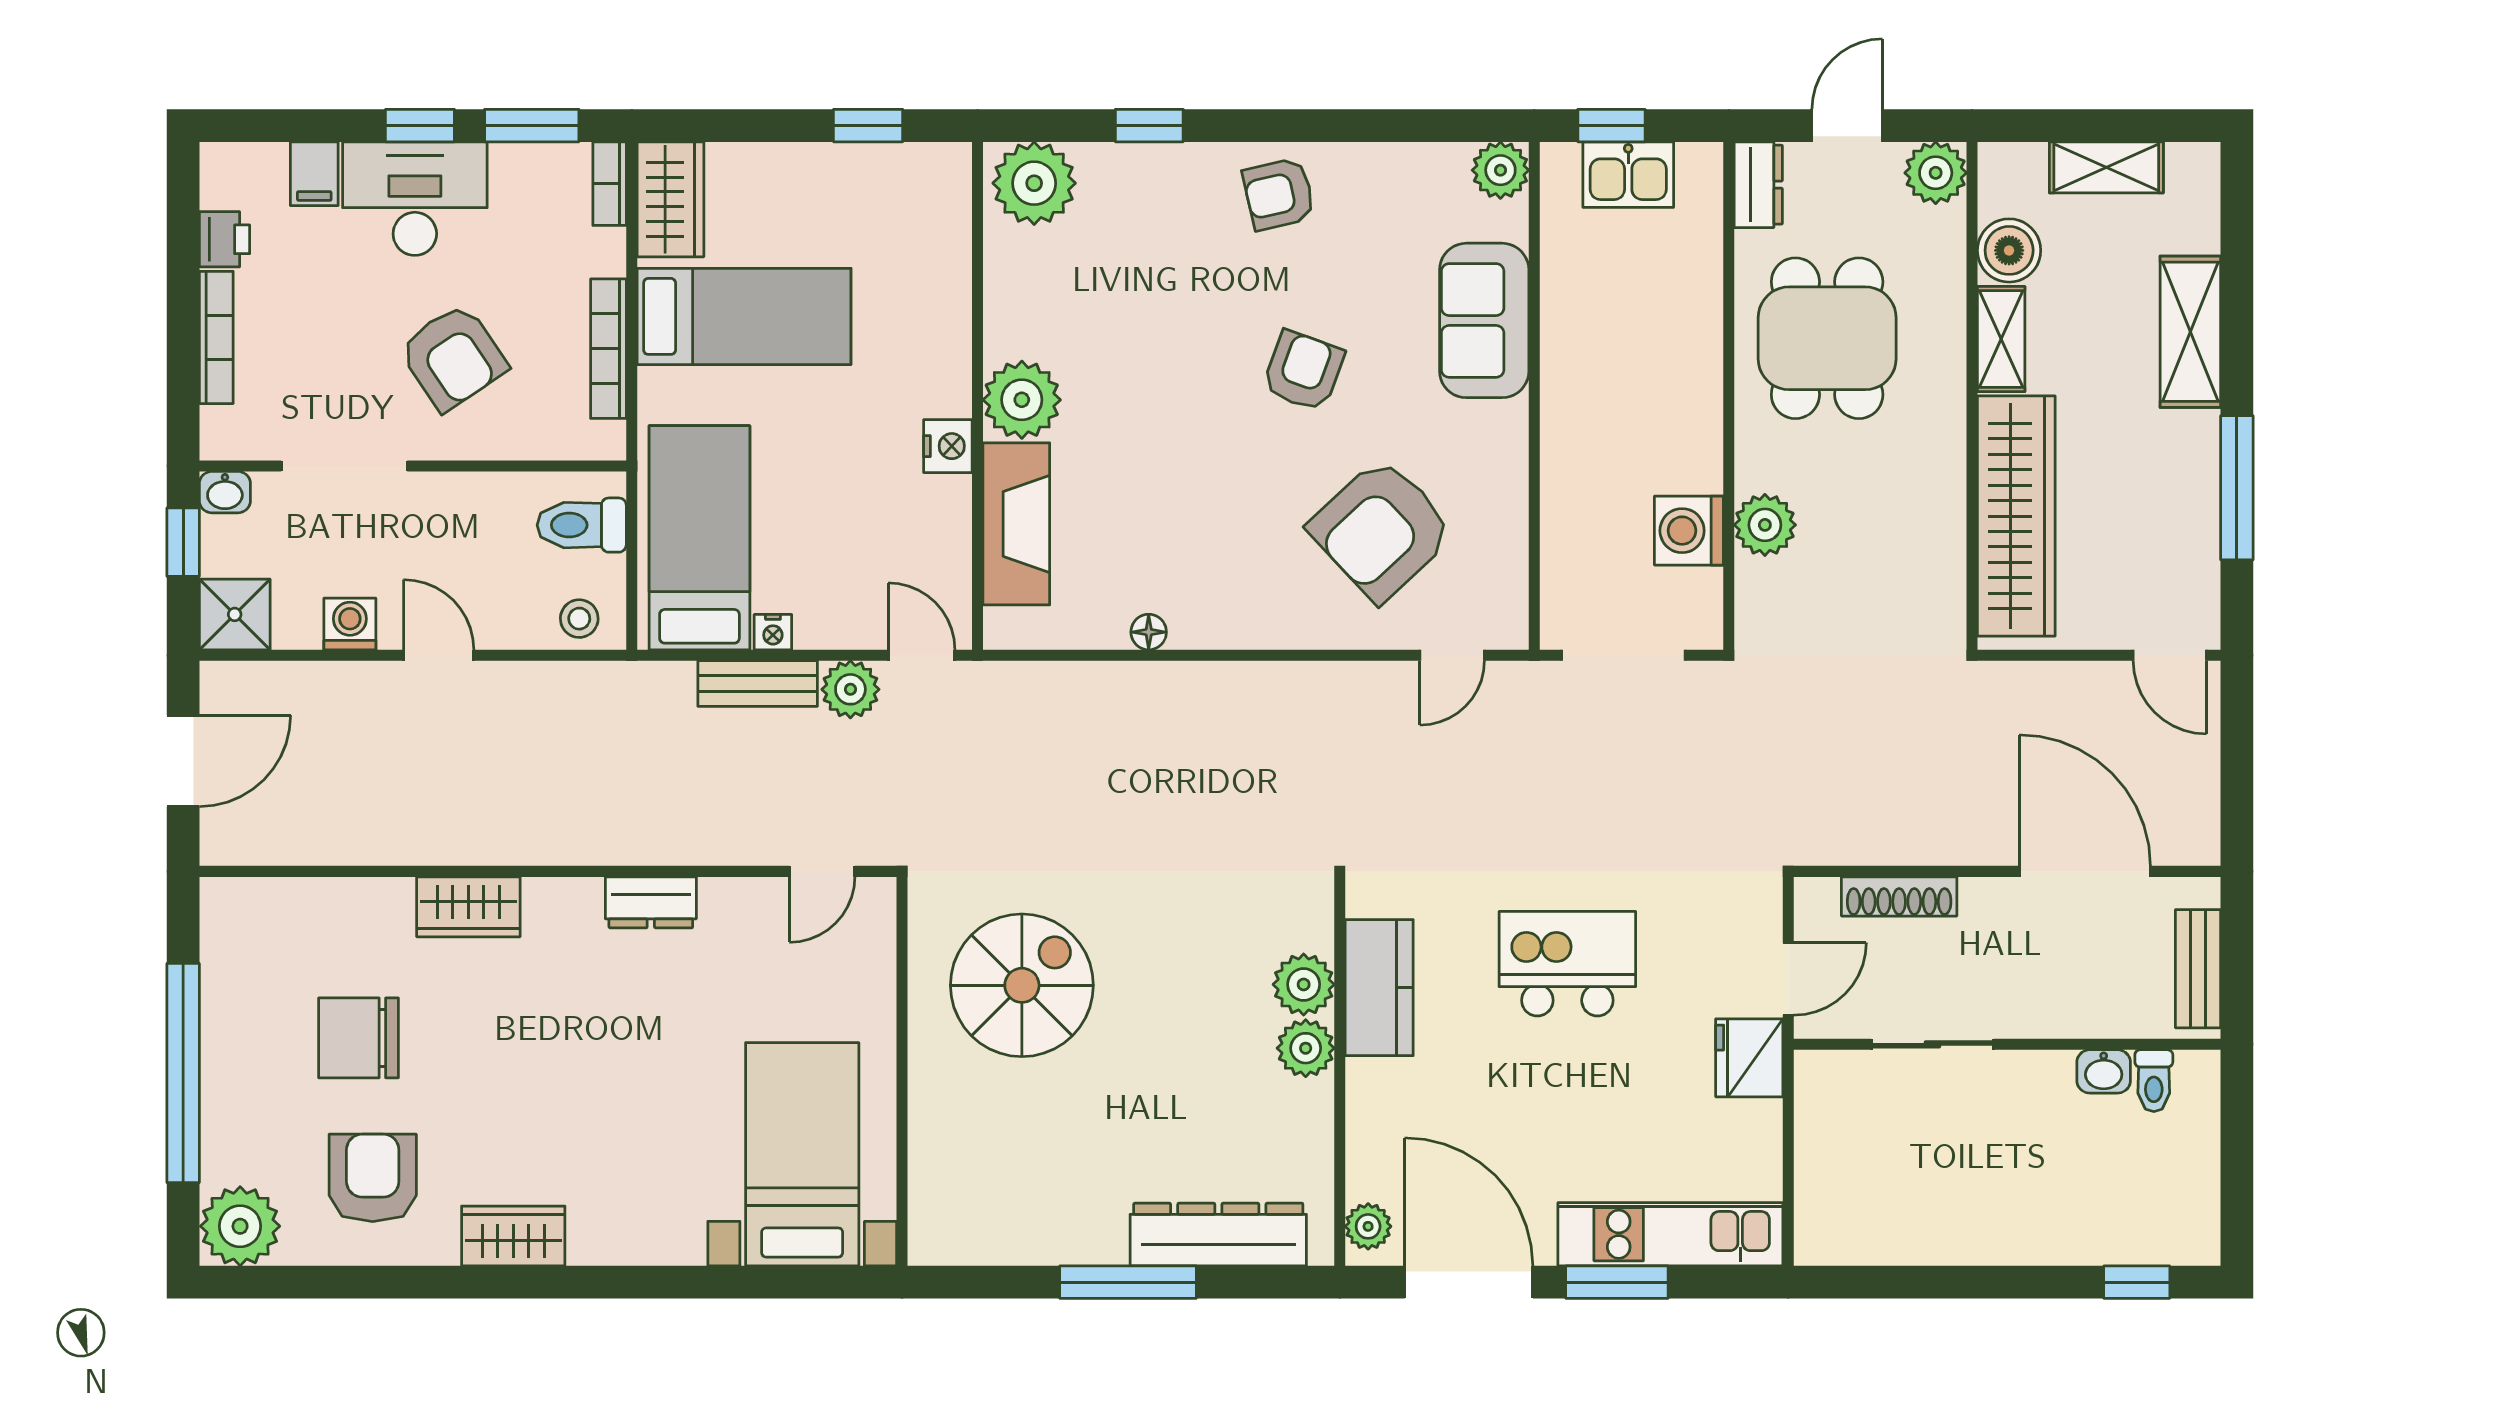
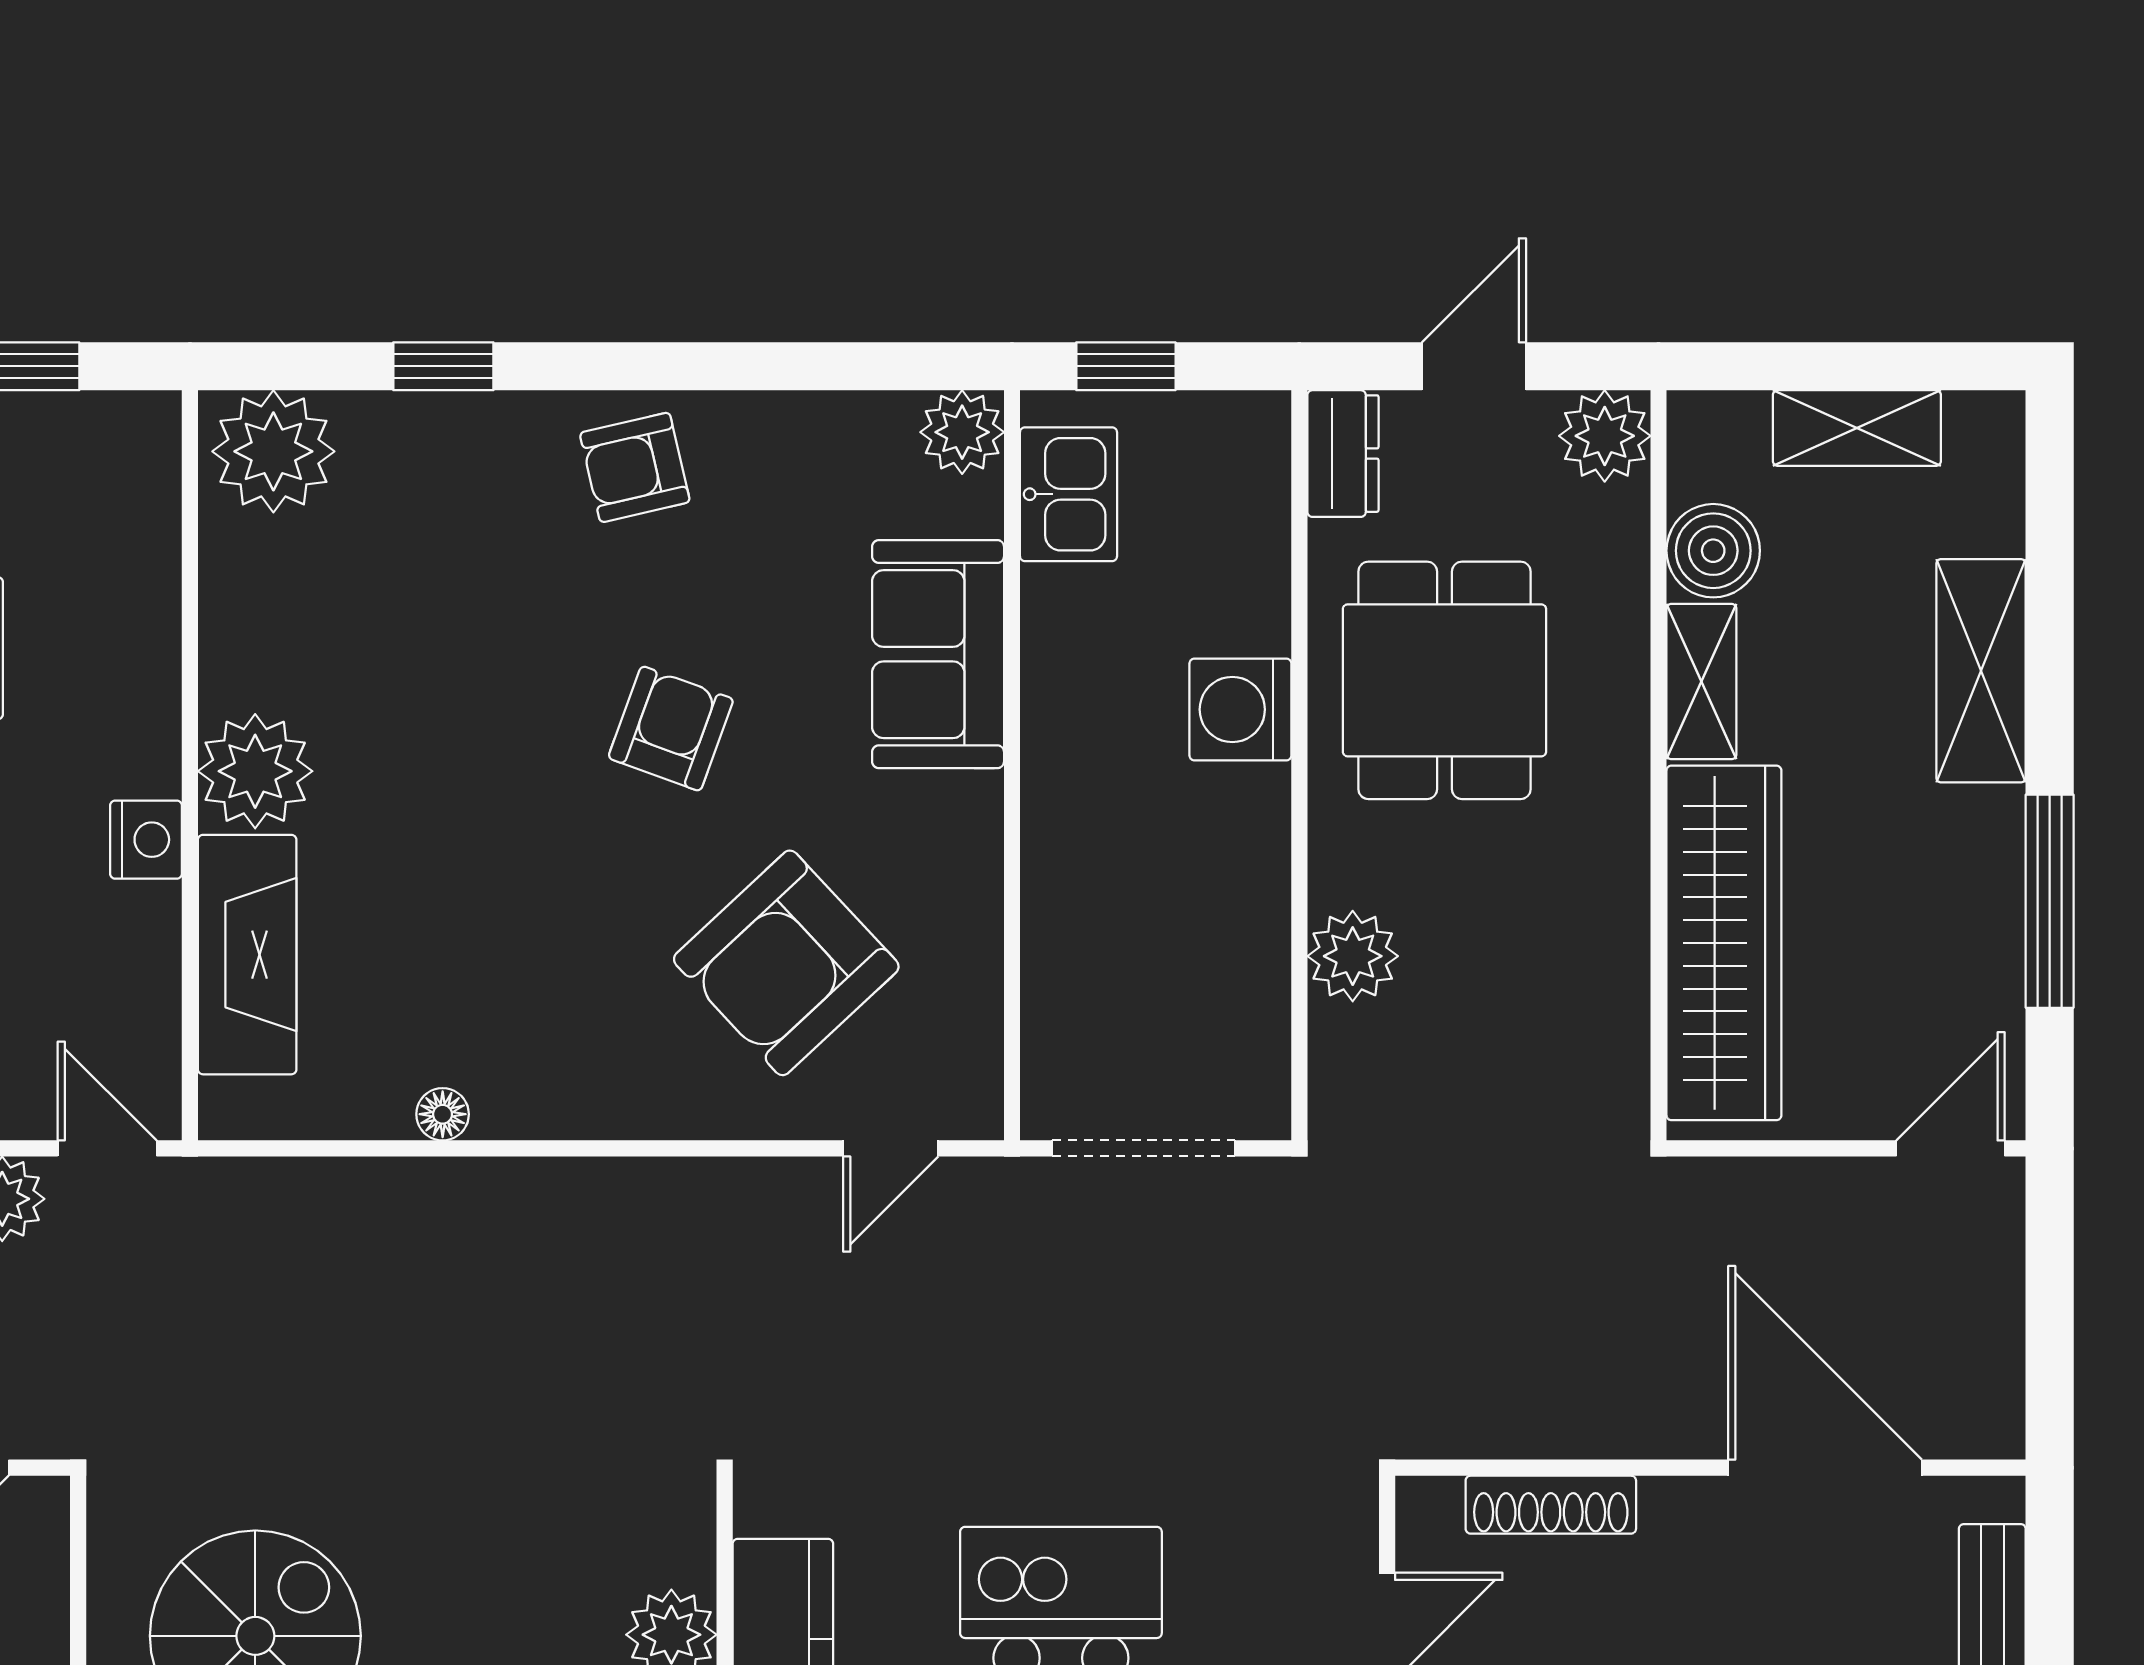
kitchen sink: (1628, 175) -> (1069, 494), moved, turned -90
washing machine: (1689, 531) -> (1240, 709), moved
door: (2170, 655) -> (1951, 1148), swing flipped

